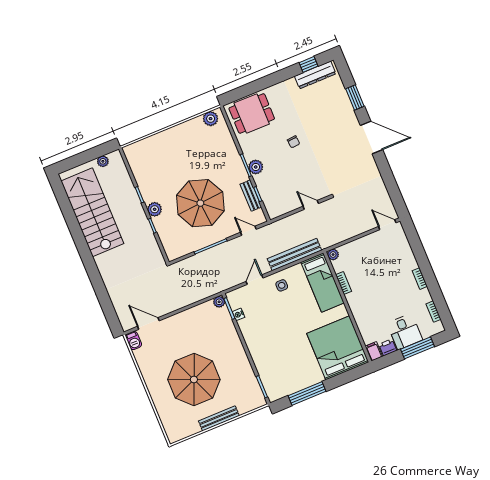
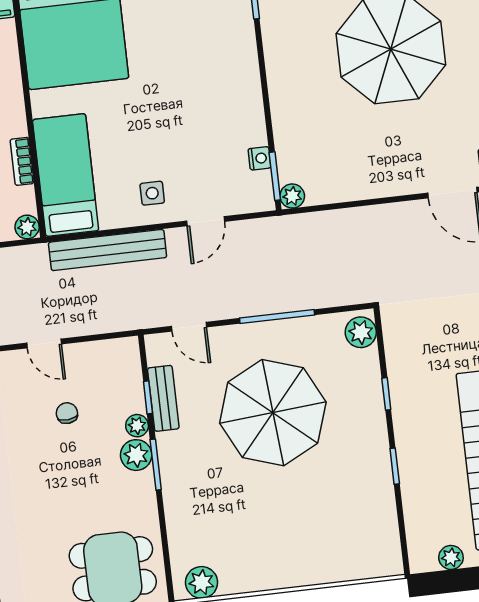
chair: (294, 142) -> (67, 413), moved
plant: (259, 180) -> (137, 426), added
plant: (155, 209) -> (361, 332), moved

